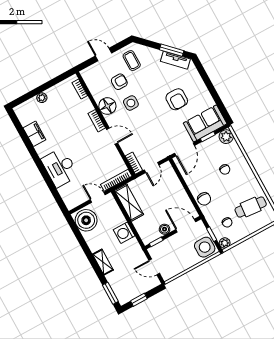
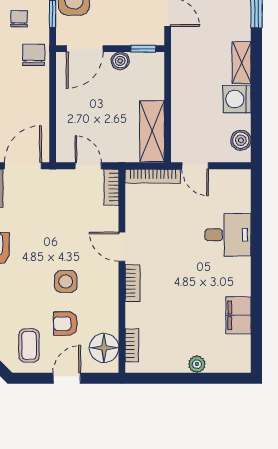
door: (104, 55) -> (67, 378), swing flipped
floor lamp: (107, 106) -> (104, 348), moved
desk: (60, 167) -> (228, 235), width x0.73
door: (152, 168) -> (88, 166), hinge flipped
chair: (204, 199) -> (34, 55), moved
boiler: (86, 220) -> (241, 140), width x0.54, depth x0.54
door: (186, 226) -> (85, 49), hinge flipped
washing machine: (124, 233) -> (237, 99), moved, turned 180

